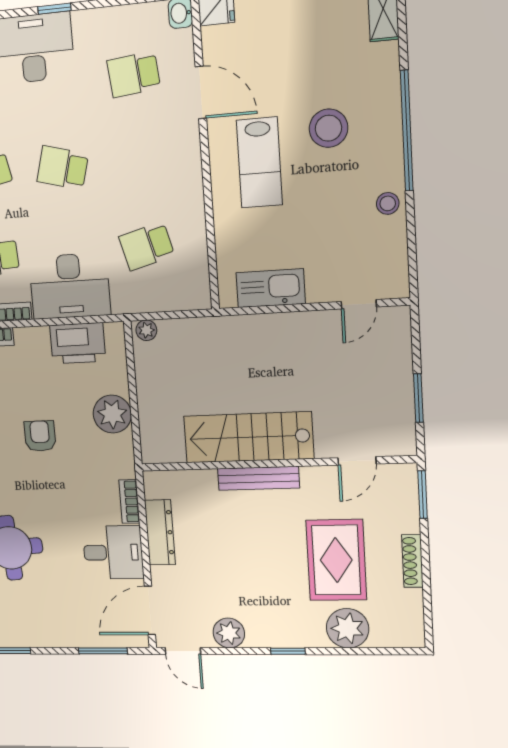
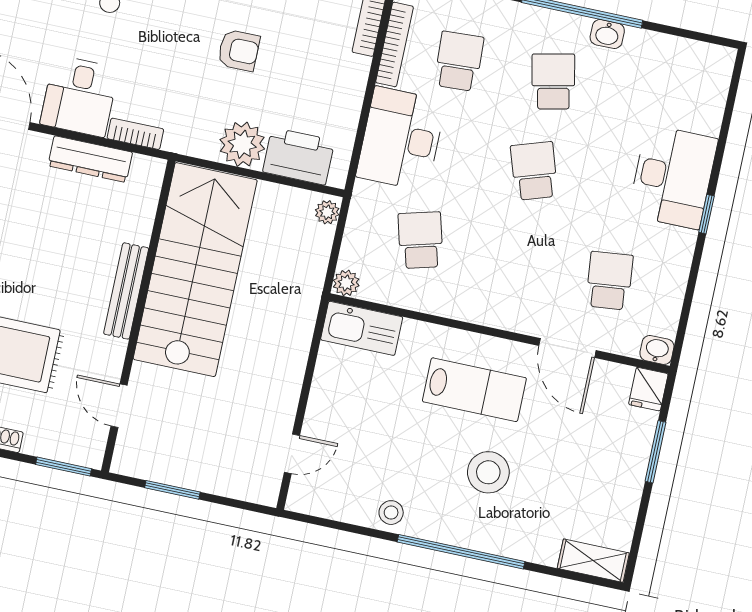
door: (201, 92) -> (567, 348), hinge flipped
lab bench: (259, 163) -> (474, 390), turned 180
school desk: (63, 168) -> (534, 171), turned -33
kitchen sink: (271, 288) -> (362, 328), moved, turned 90
plant: (200, 298) -> (346, 283), added
door: (359, 304) -> (292, 454), swing flipped
printer: (78, 343) -> (299, 156), moved, turned 90
stairs: (248, 437) -> (195, 270), width x1.36, depth x1.51

